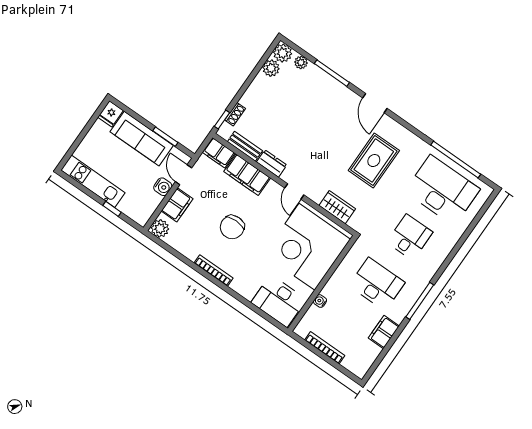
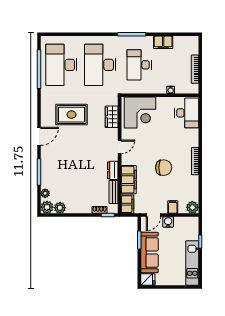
filing cabinet: (177, 205) -> (173, 207), width x0.50
desk: (410, 237) -> (100, 65), width x1.87, depth x1.30
corner desk: (307, 247) -> (140, 113), width x0.74, depth x0.74

